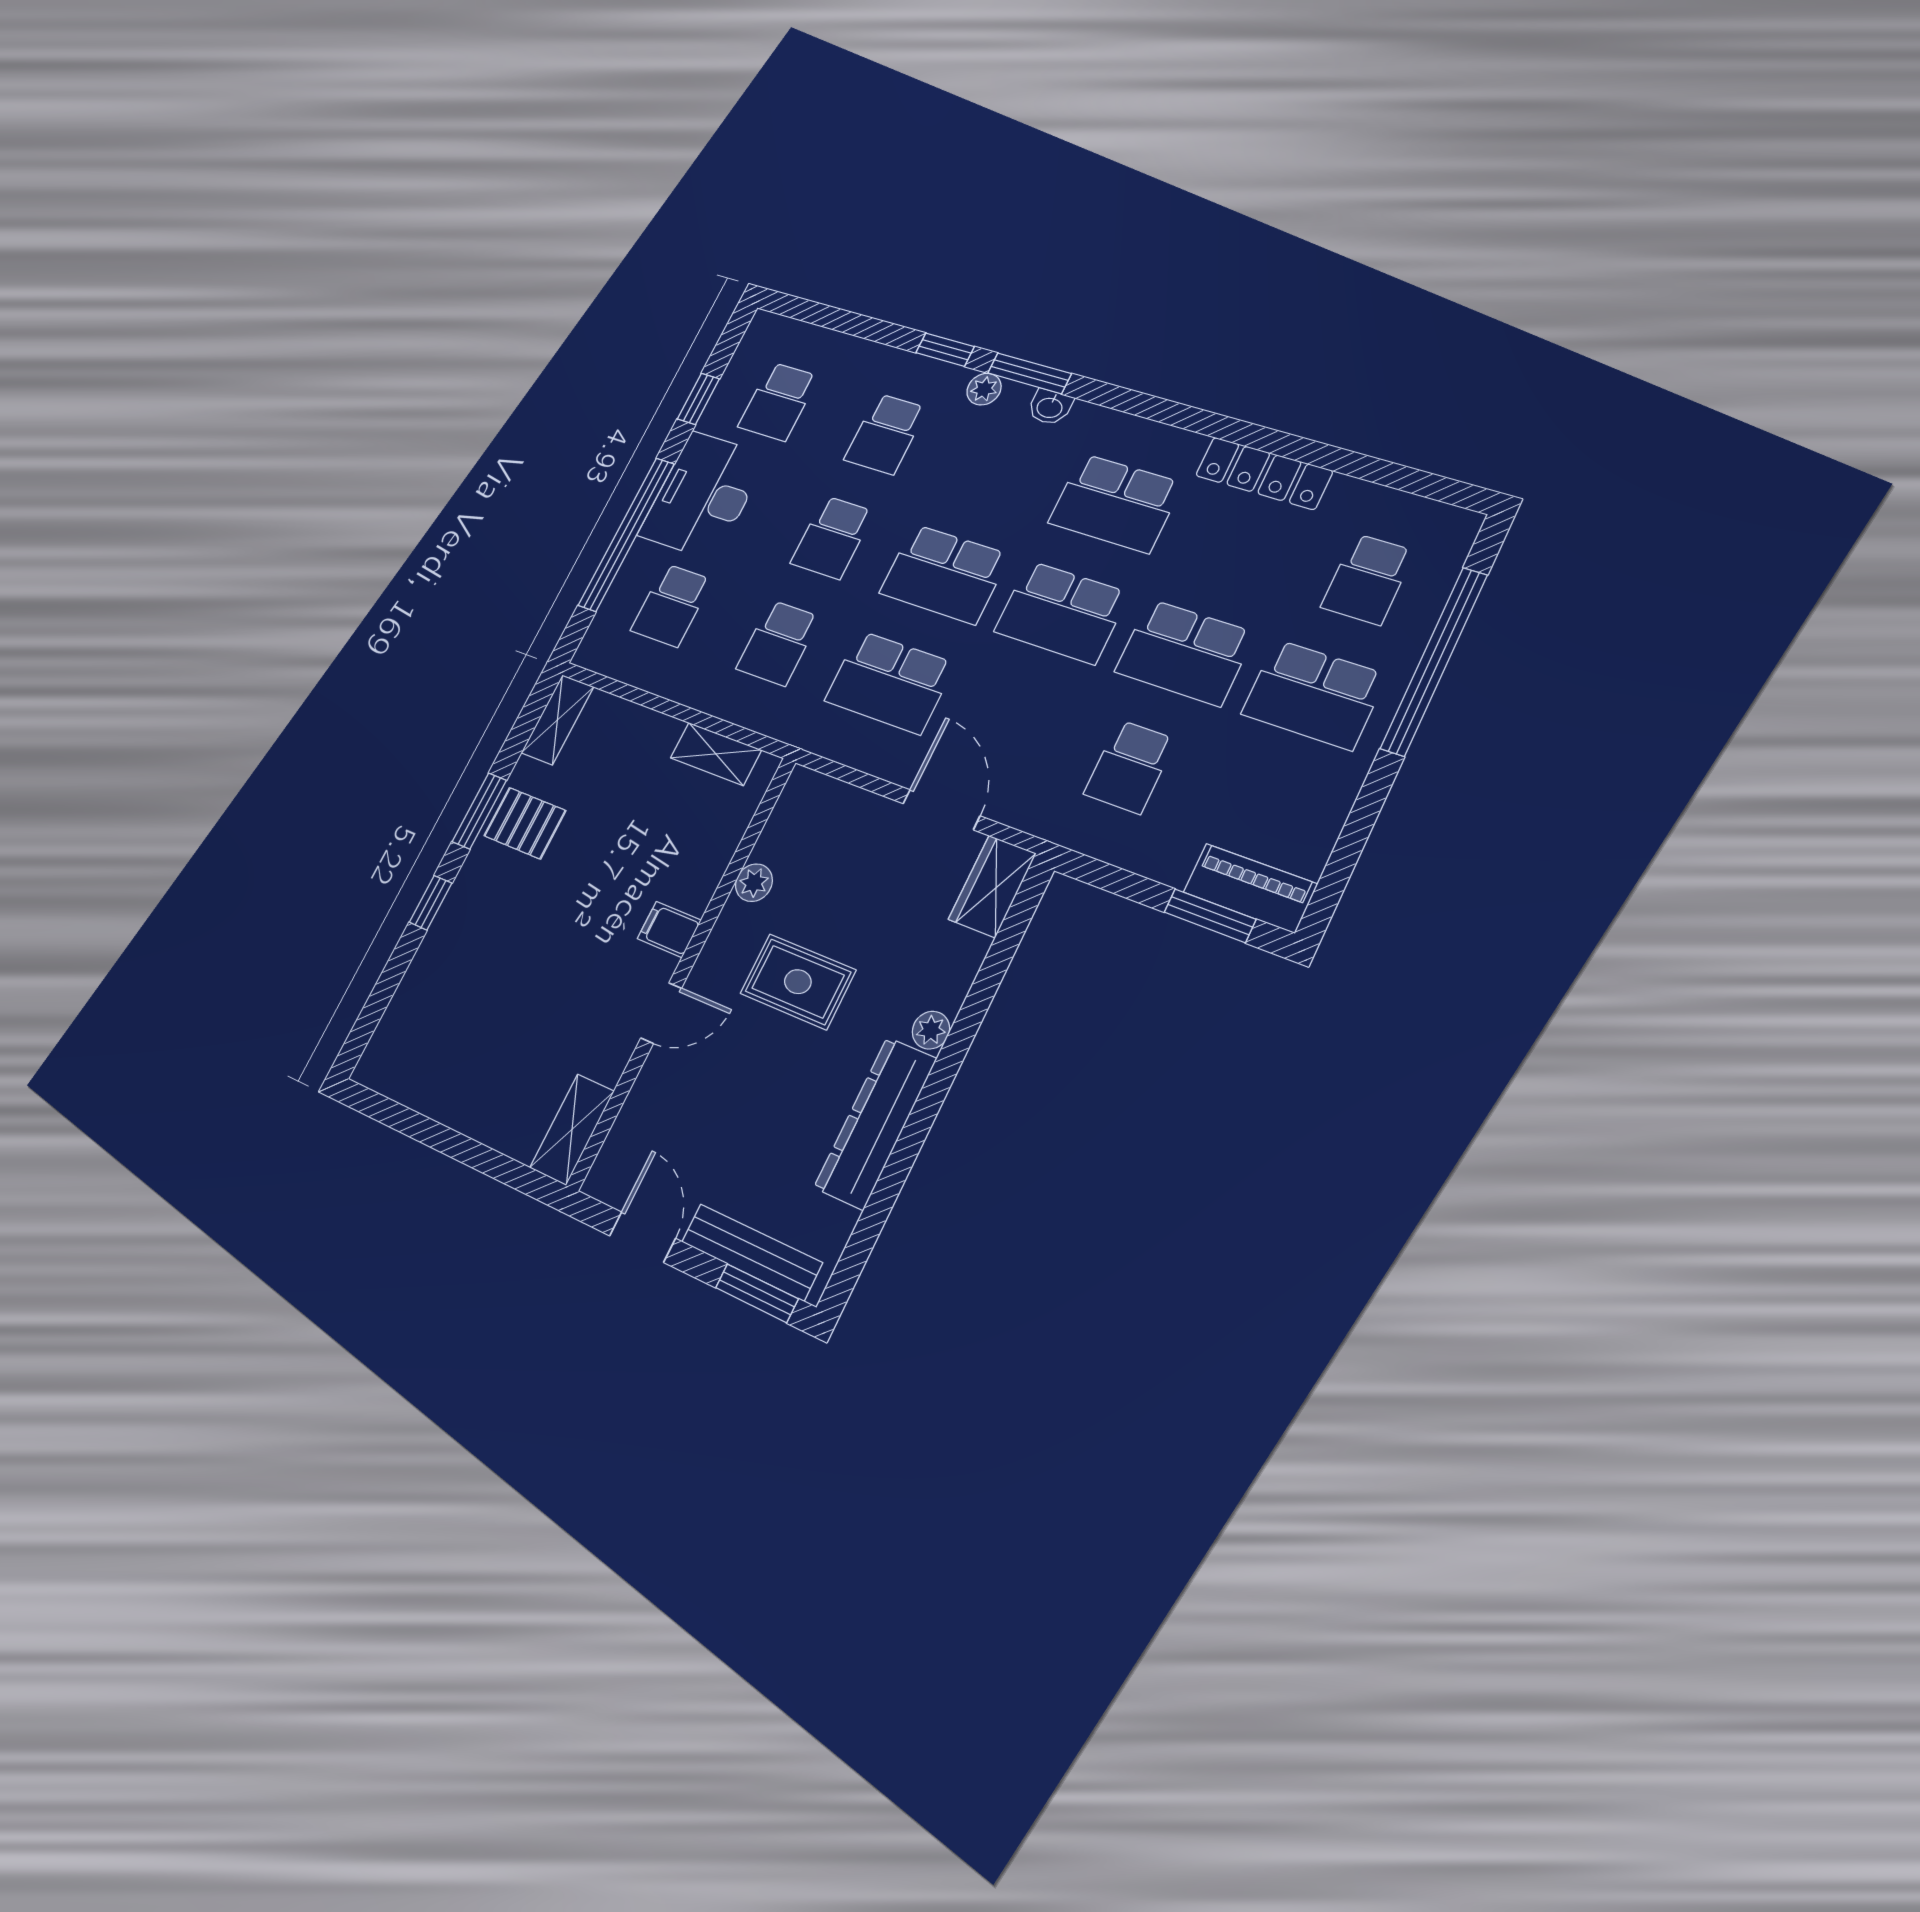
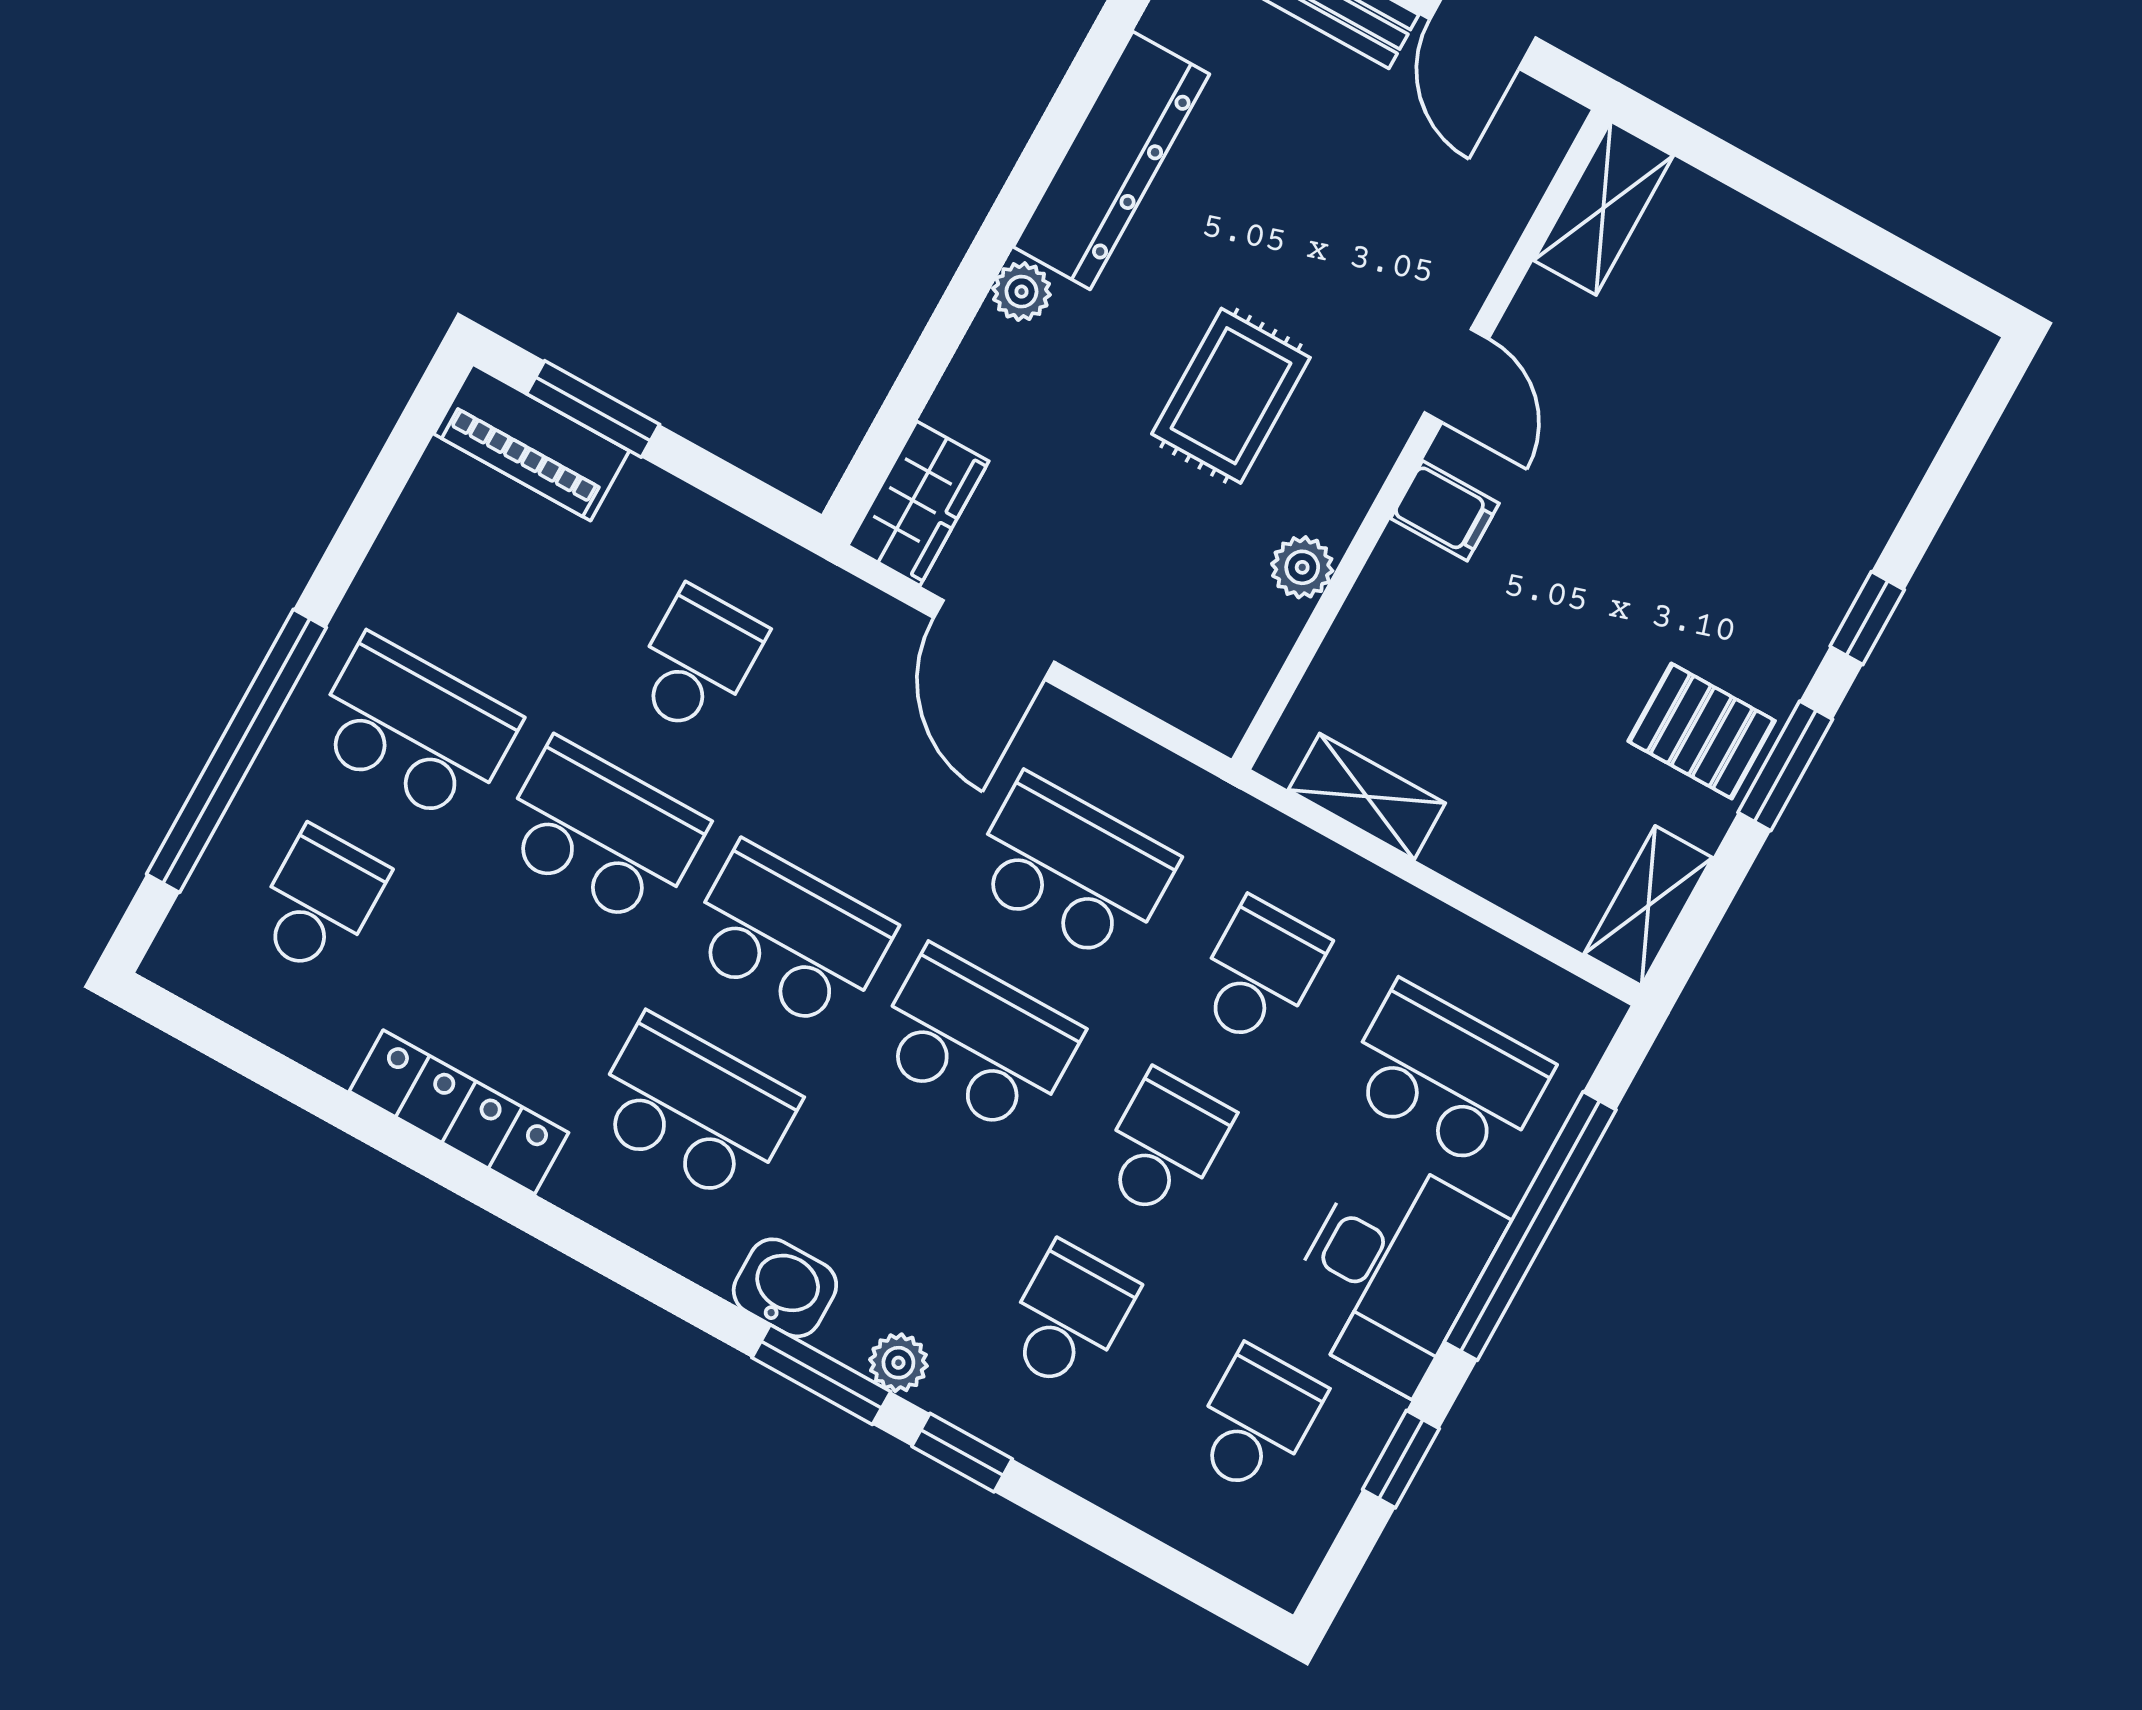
washbasin: (1050, 407) -> (785, 1288), width x1.38, depth x1.45
school desk: (671, 605) -> (1447, 1077), width x1.85
rug: (798, 982) -> (1231, 396), turned 90
door: (661, 1013) -> (1457, 376), swing flipped

